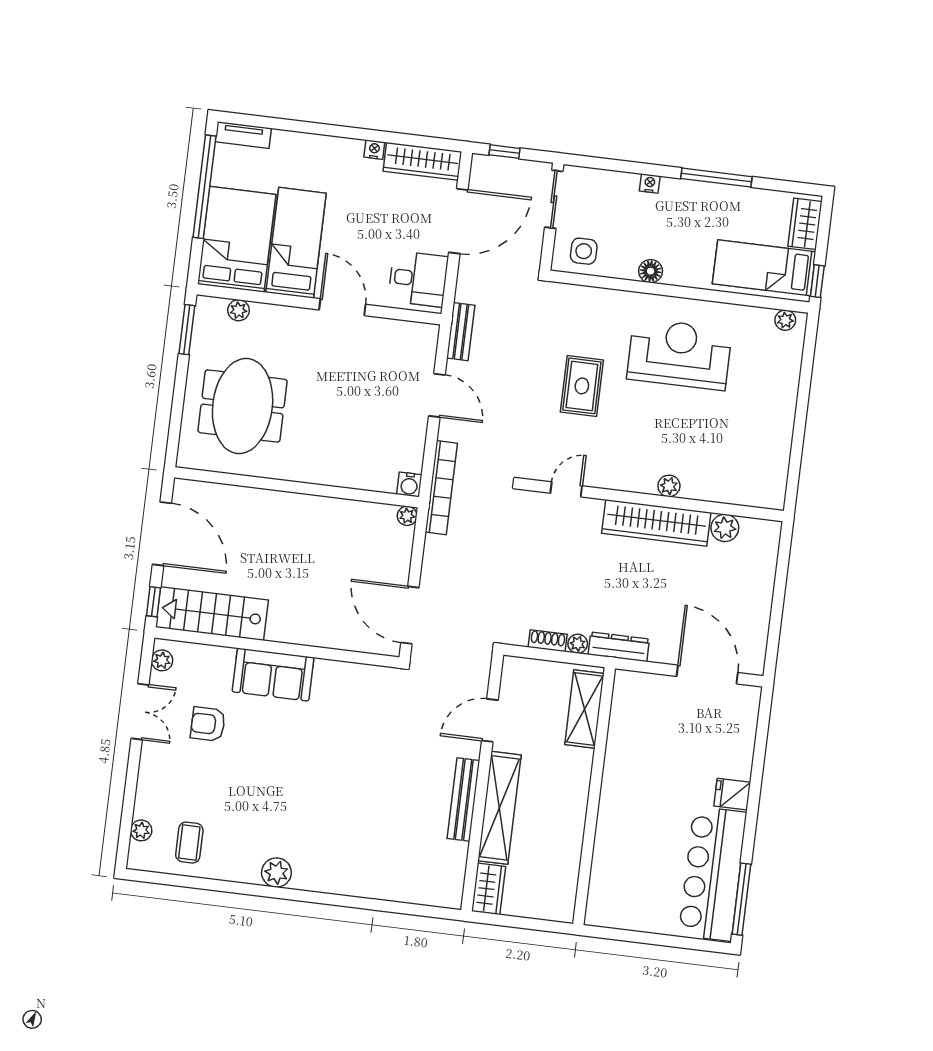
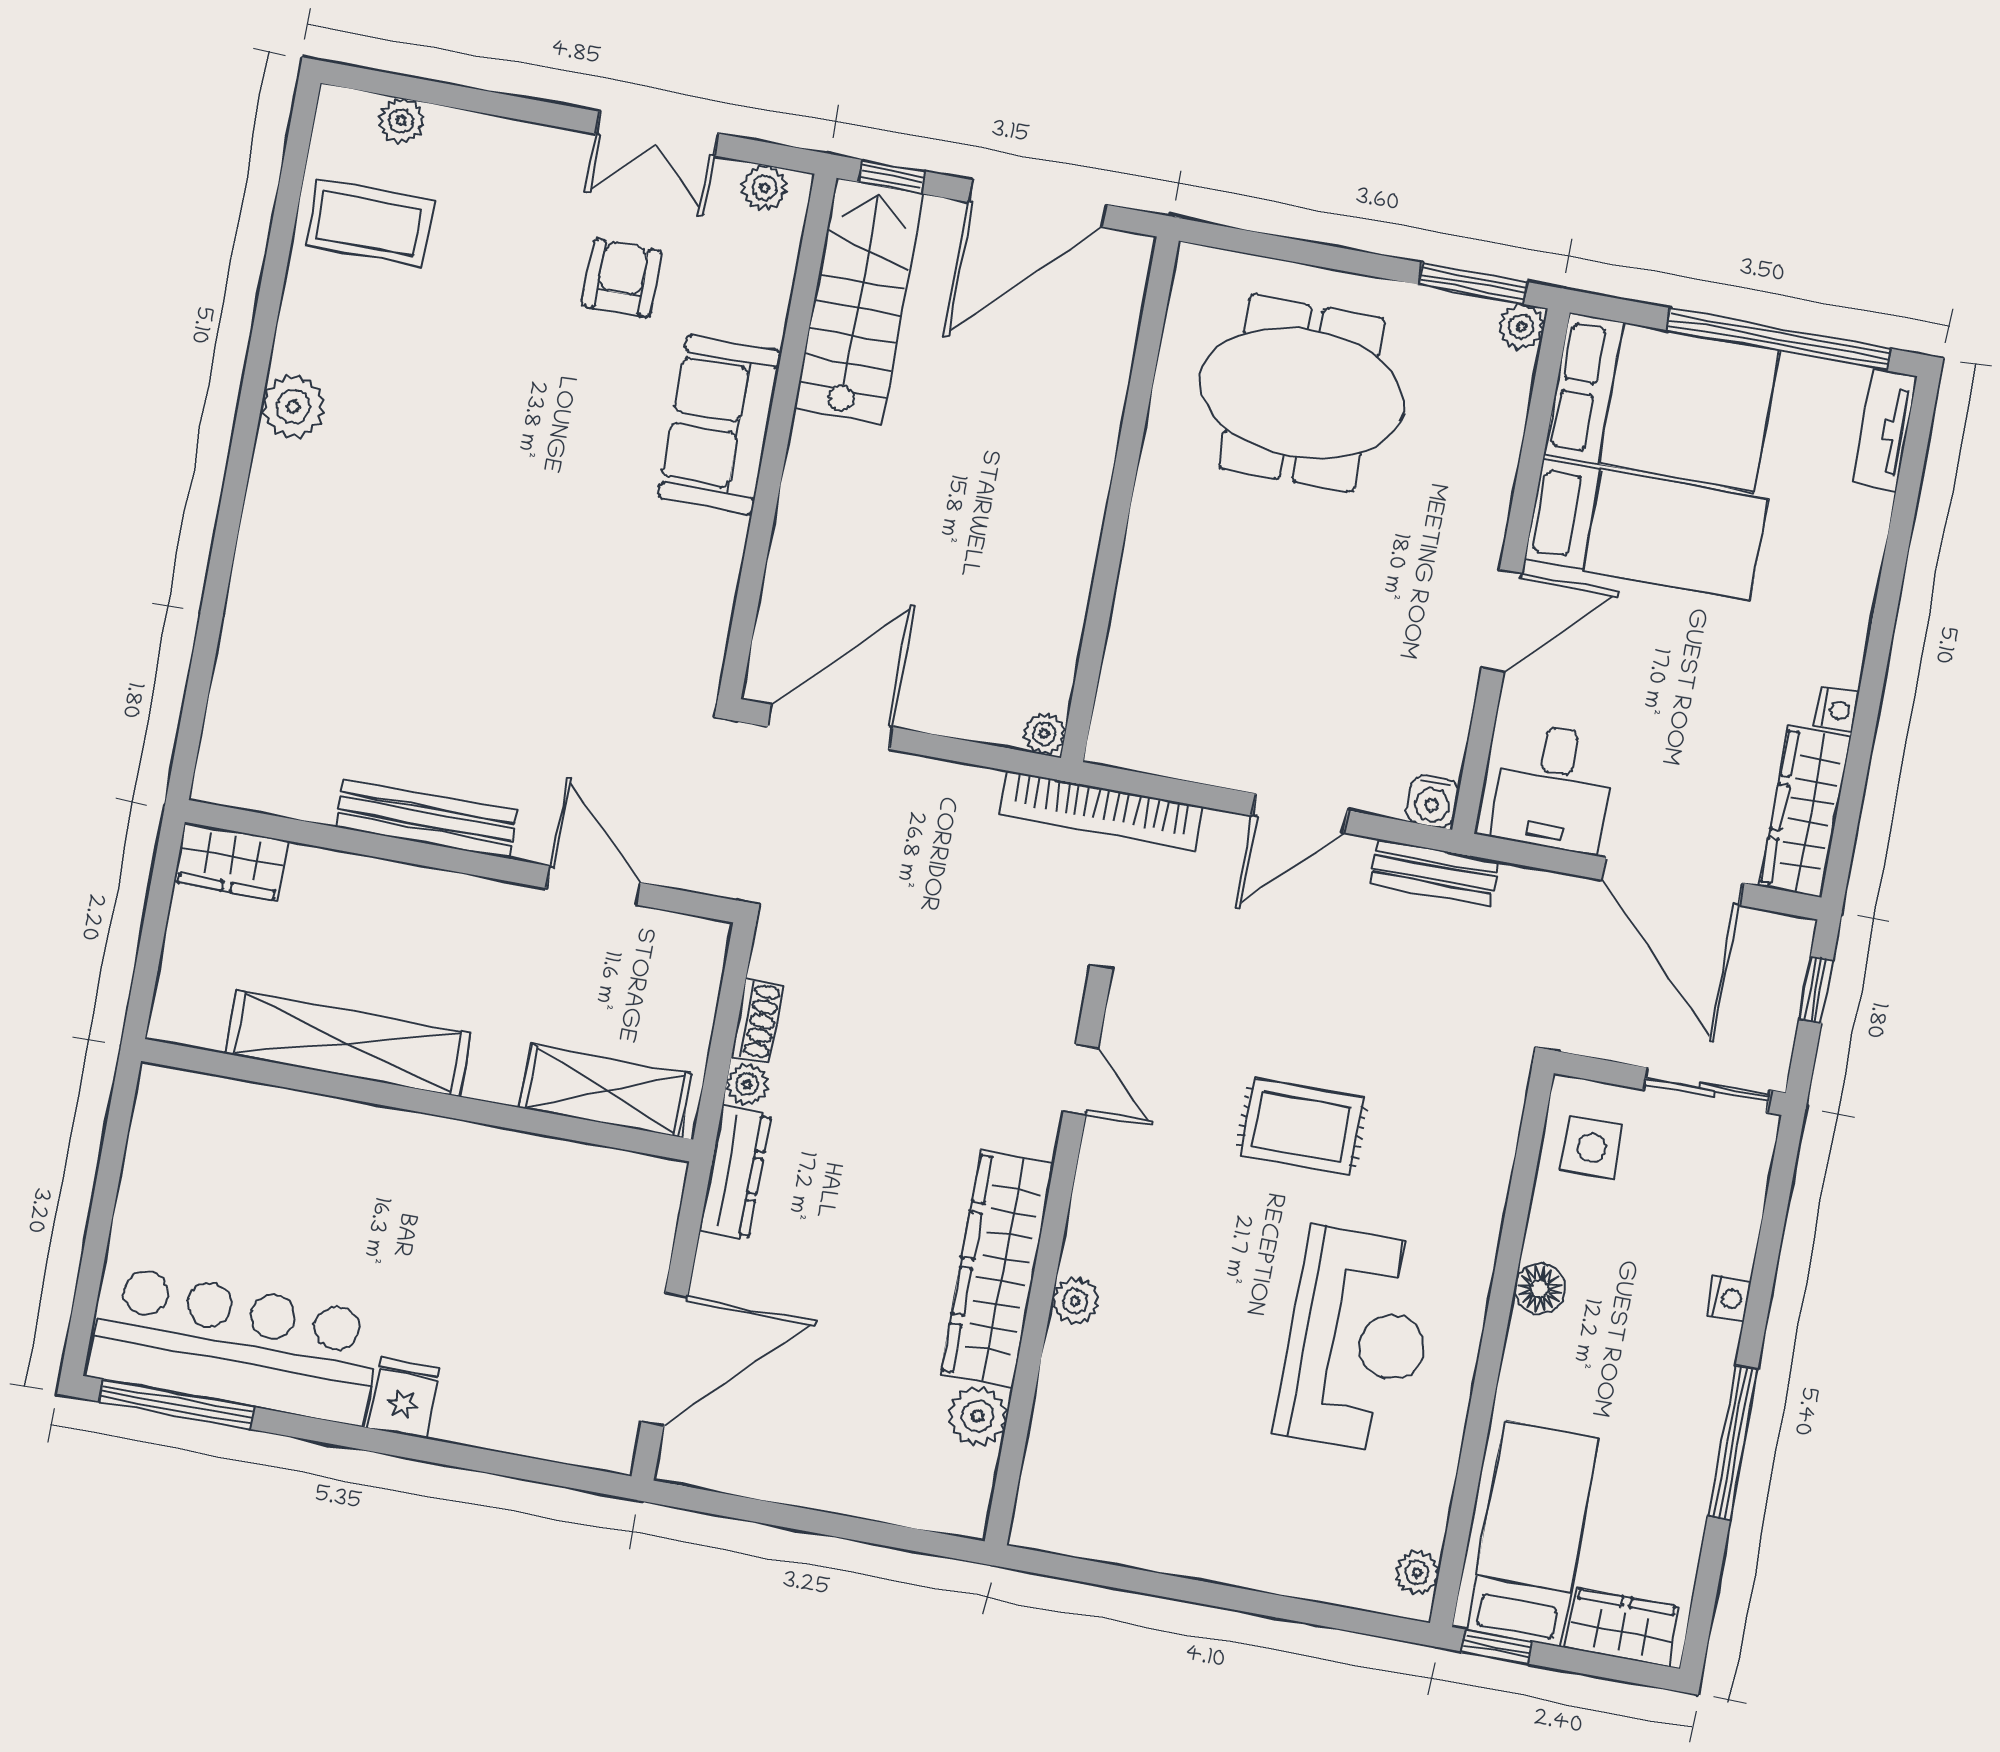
plant: (239, 310) -> (1521, 327), moved
water cooler: (409, 484) -> (1432, 801), moved, turned -90
shelving: (499, 808) -> (348, 1043), moved
coffee table: (189, 843) -> (369, 223), width x1.36, depth x1.30

